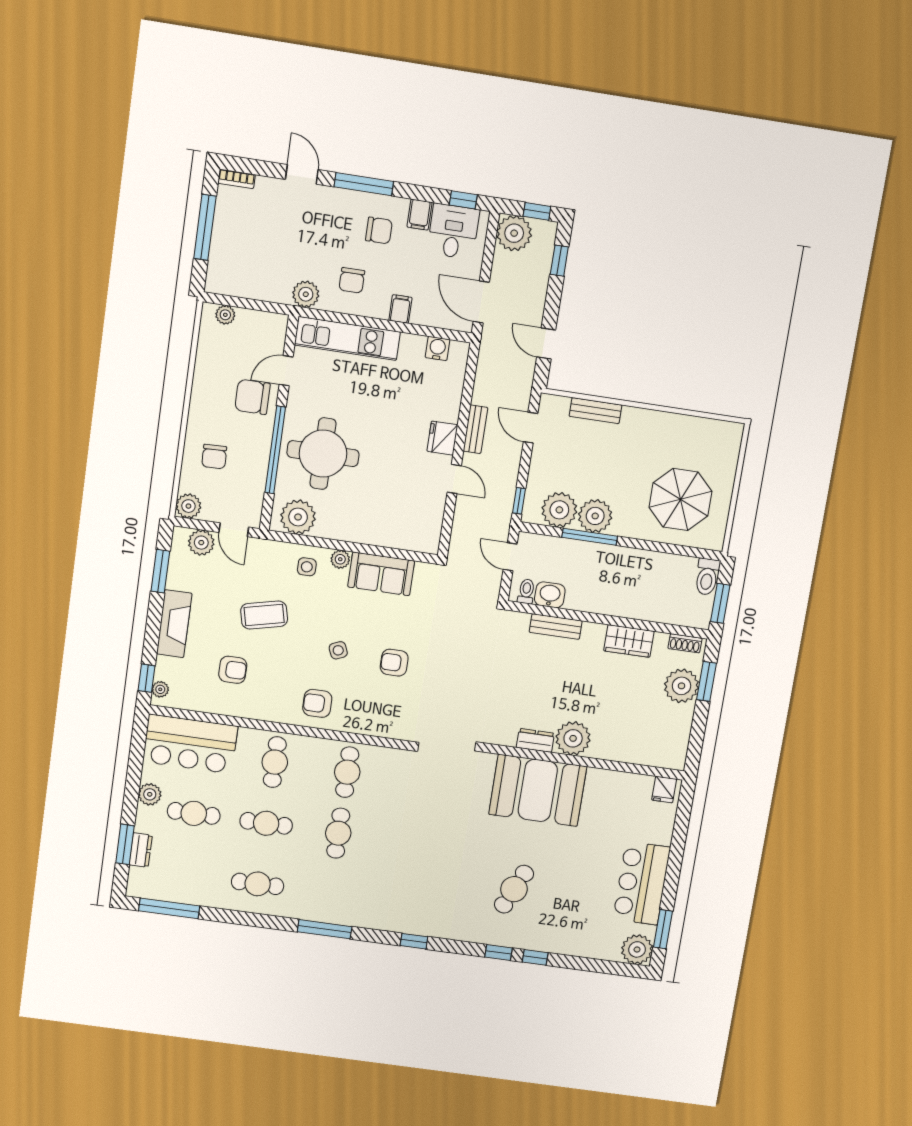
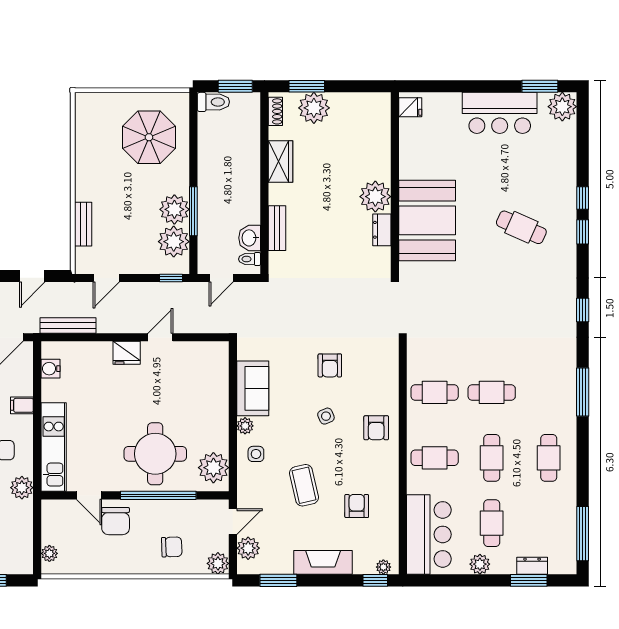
bench: (475, 429) -> (68, 326), moved, width x1.36

